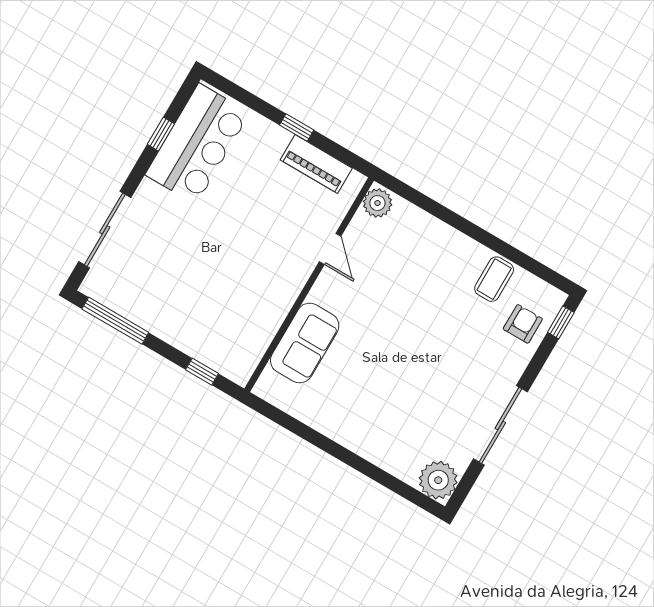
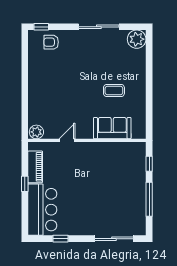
bar counter: (197, 144) -> (42, 210), moved, turned 90
coffee table: (494, 279) -> (114, 91), moved
window: (115, 321) -> (149, 199), moved

